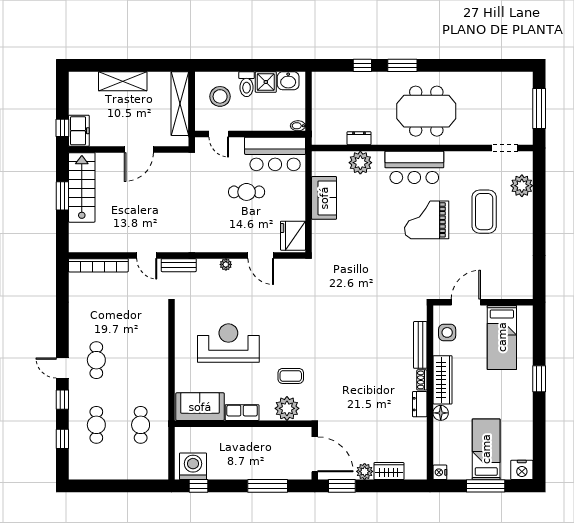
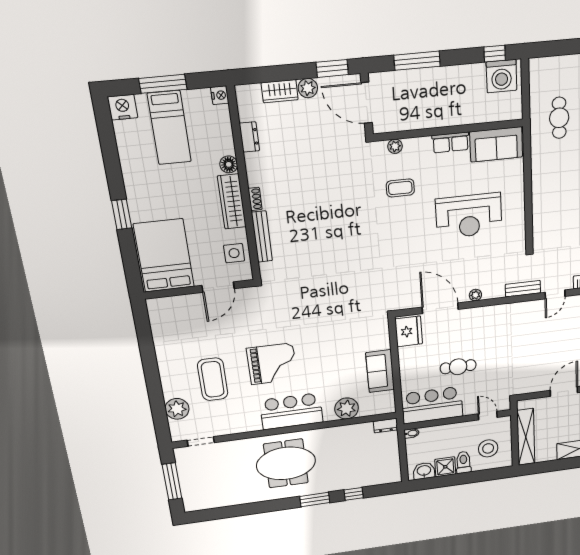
dresser: (359, 138) -> (386, 426), moved
door: (147, 255) -> (555, 294), swing flipped
door: (261, 255) -> (440, 308), width x1.36
bed: (502, 337) -> (164, 256), width x1.50
dresser: (420, 404) -> (249, 137), moved
plant: (287, 408) -> (395, 146), width x0.53, depth x0.53

